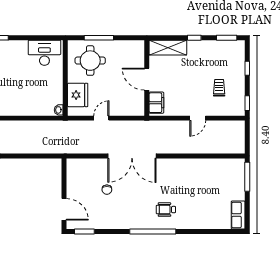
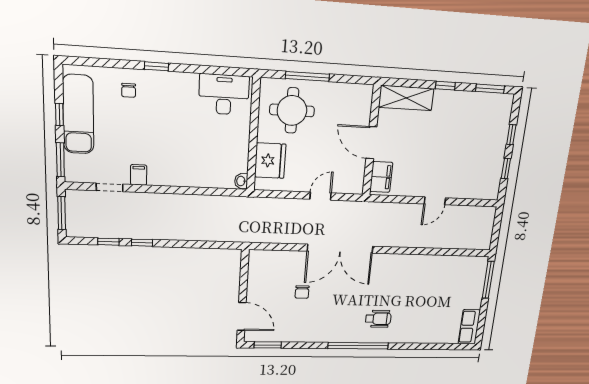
trolley: (219, 88) -> (469, 160), removed
window: (247, 103) -> (506, 168), moved
door: (101, 118) -> (320, 196), moved
wheelchair: (166, 210) -> (378, 319), turned 180

